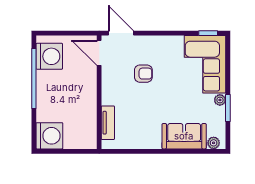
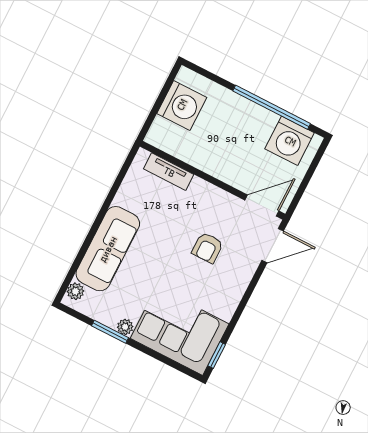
washing machine: (49, 136) -> (182, 105), moved, turned -90
sofa: (184, 136) -> (108, 249), width x1.36

